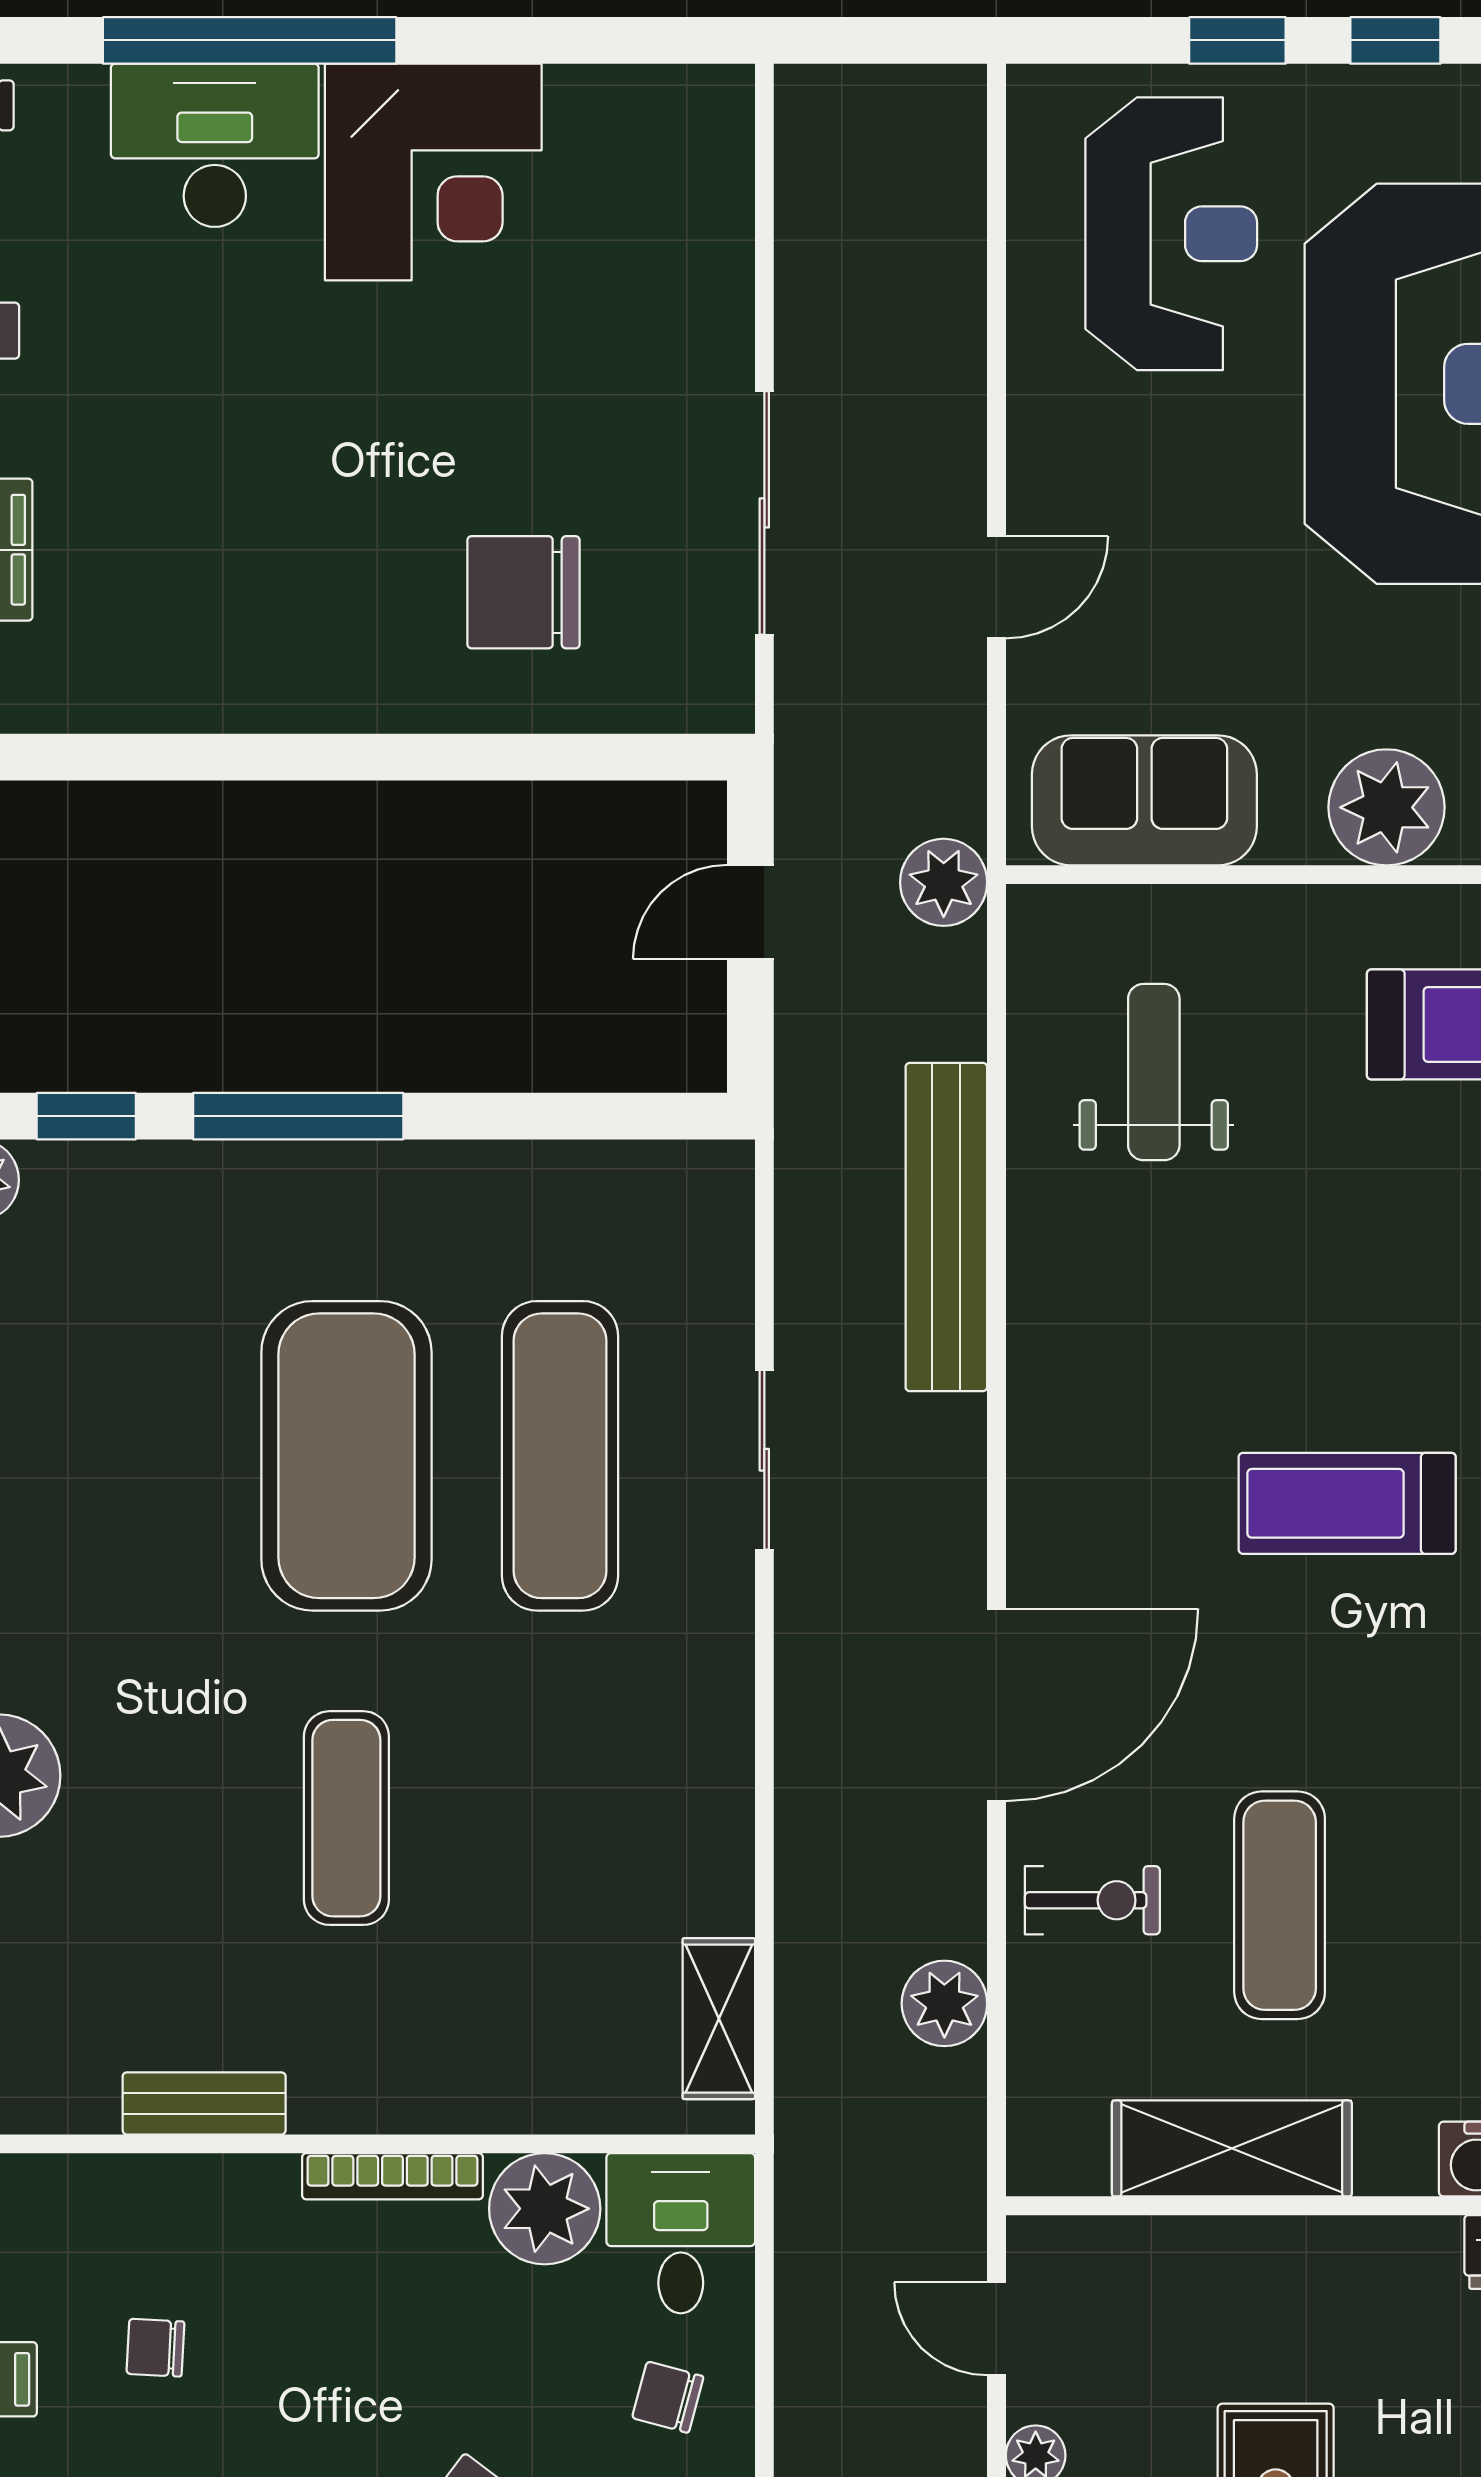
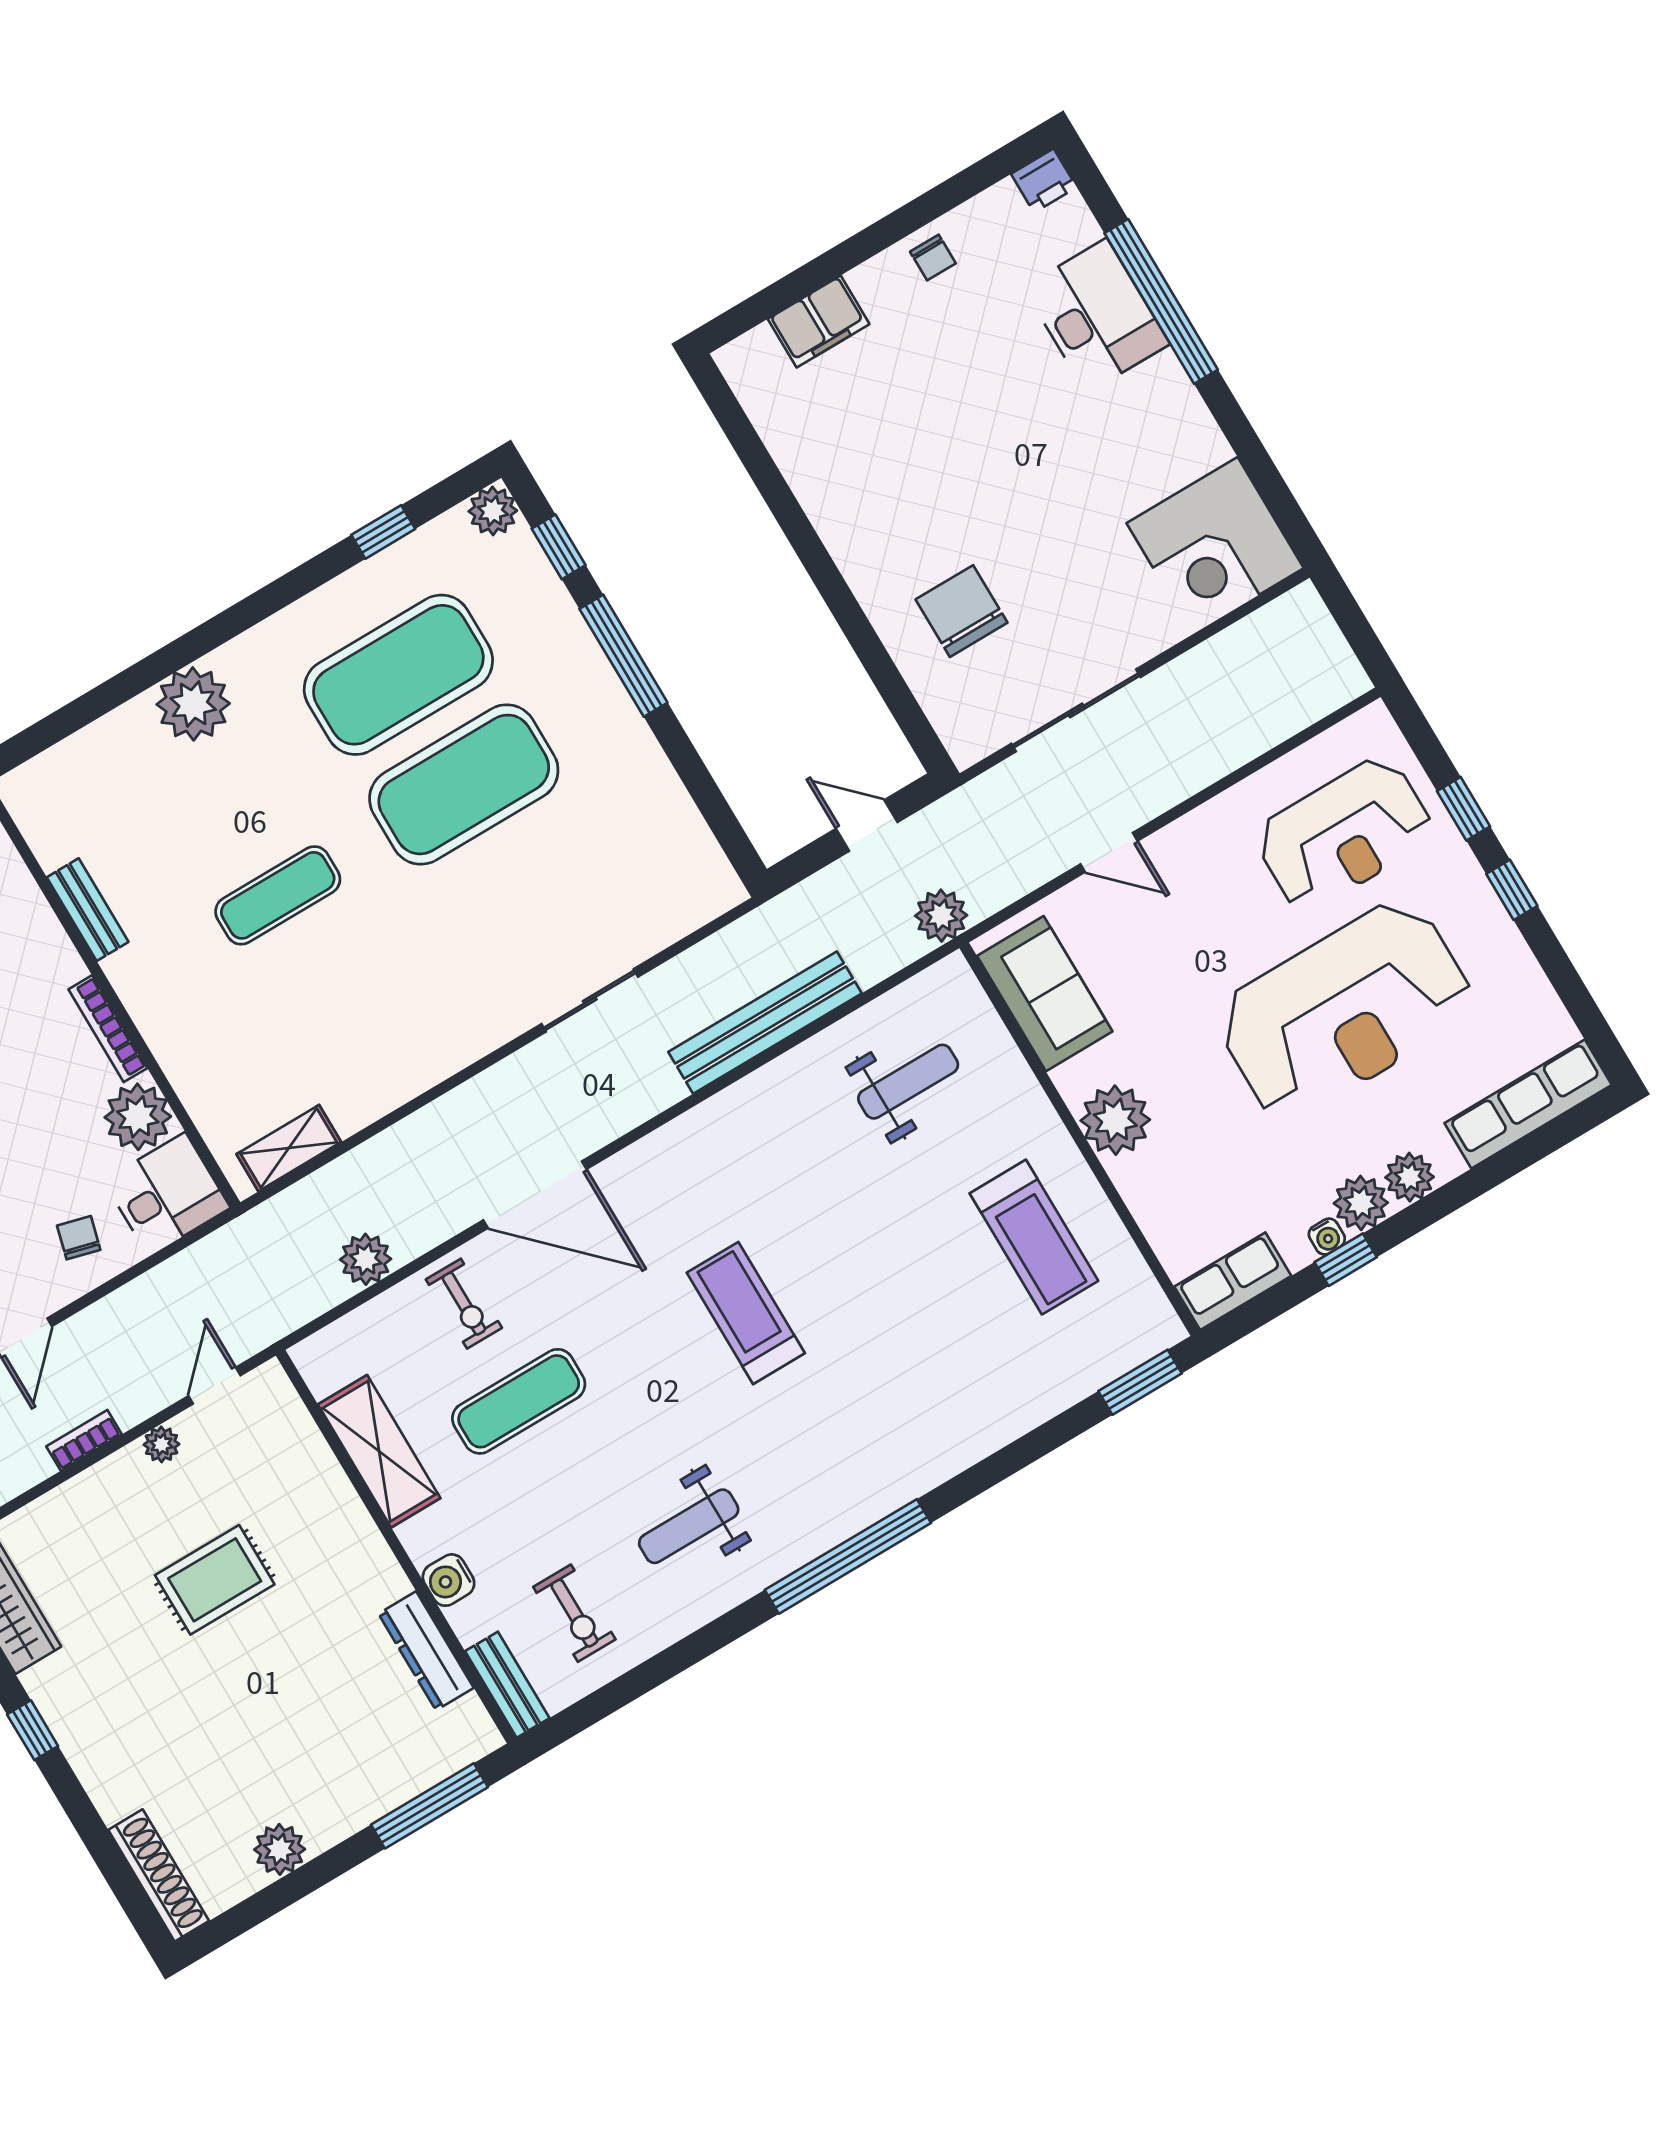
corner desk: (433, 172) -> (1215, 546), moved
exercise mat: (560, 1456) -> (398, 675), moved, width x1.47

